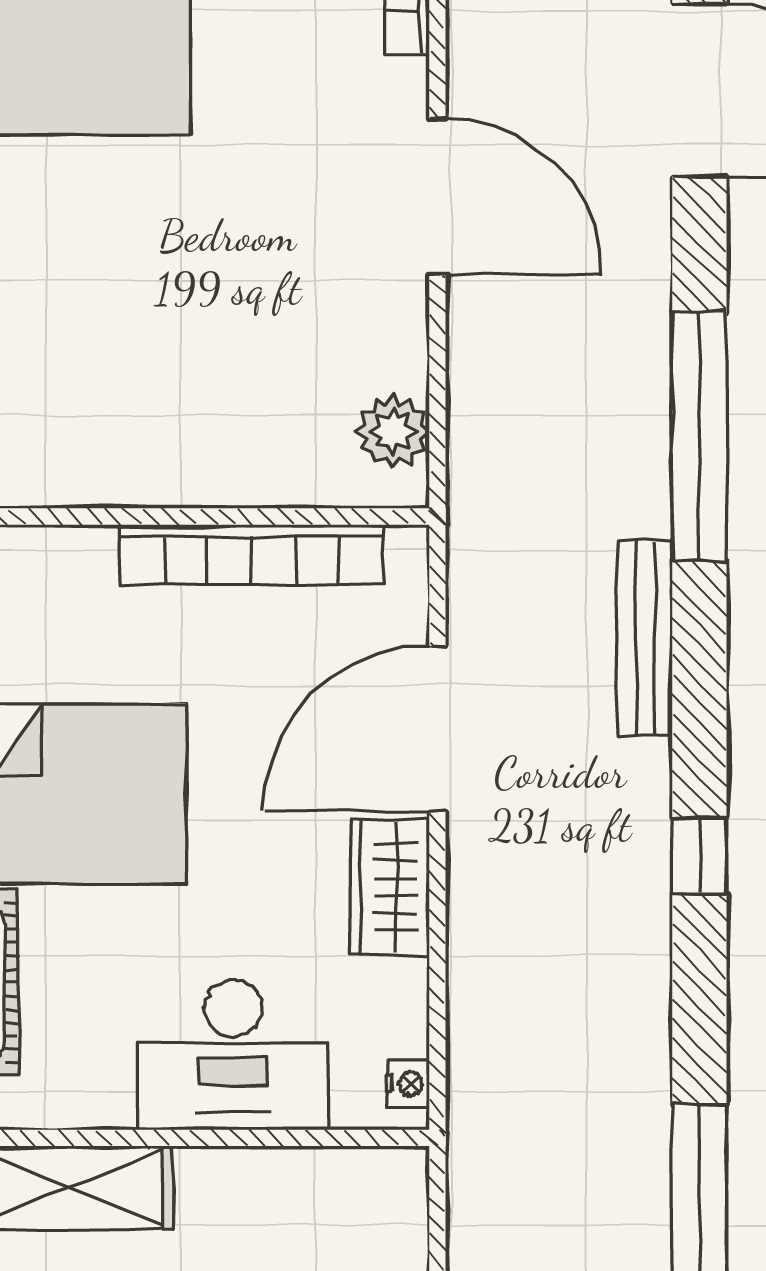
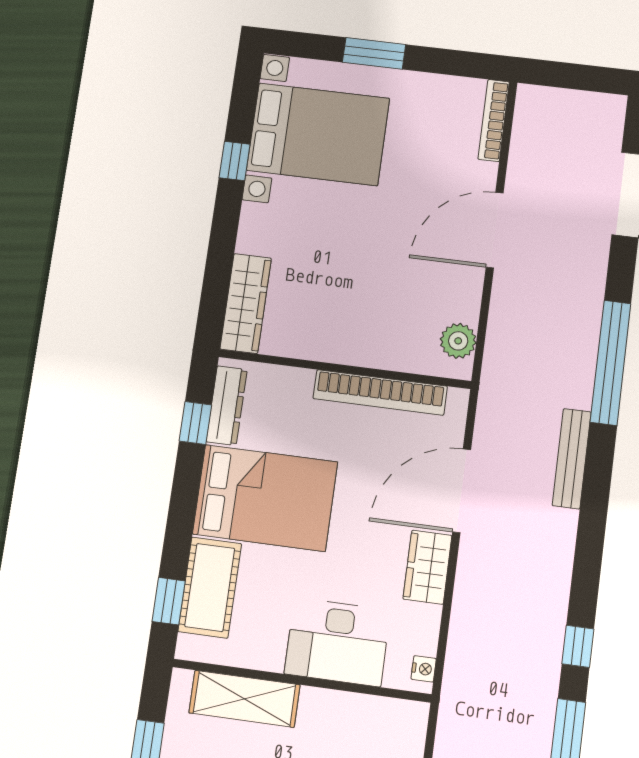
door: (437, 196) -> (495, 230), swing flipped
window: (699, 856) -> (578, 646), moved

